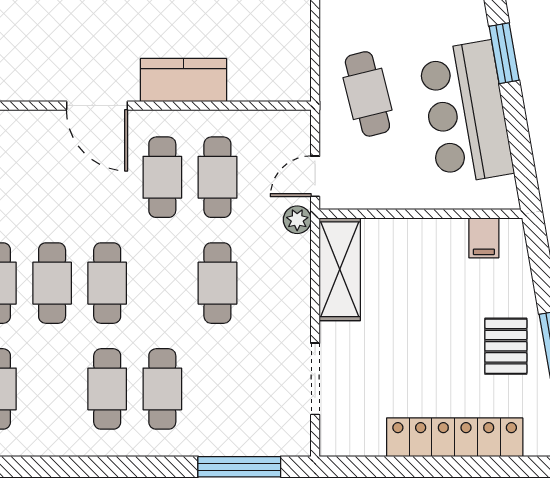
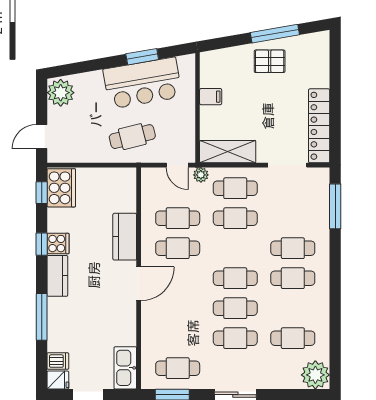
window: (504, 53) -> (142, 57), moved
filing cabinet: (484, 238) -> (211, 97), moved
cafe table: (273, 283) -> (235, 188), added
locker: (455, 437) -> (319, 126), moved

